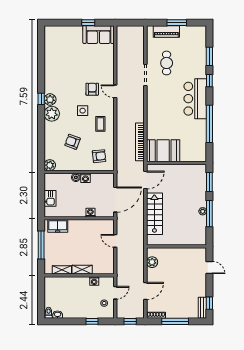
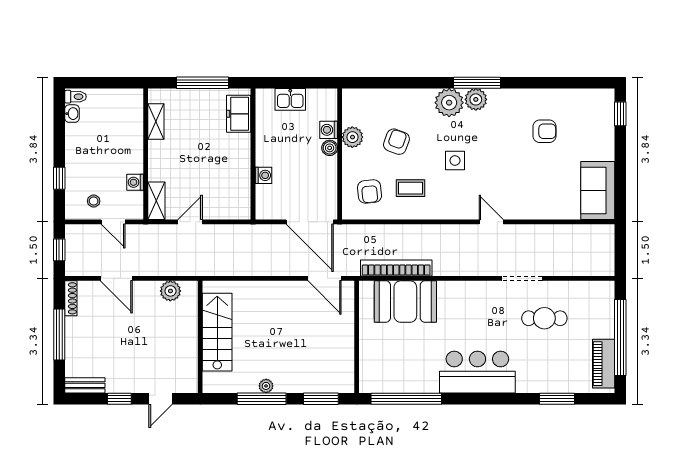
window: (88, 23) -> (620, 114), moved
window: (177, 23) -> (620, 337), width x2.11
piano: (166, 31) -> (604, 364), moved
window: (209, 81) -> (511, 399), removed
armchair: (92, 89) -> (545, 131), moved
door: (115, 91) -> (491, 222), hinge flipped
window: (41, 99) -> (477, 83), width x2.17
coffee table: (100, 124) -> (411, 188), moved
window: (209, 124) -> (406, 399), moved
booth: (163, 151) -> (405, 302), moved, turned 90
plant: (50, 165) -> (352, 137), moved
washing machine: (85, 178) -> (329, 130), moved
door: (115, 200) -> (310, 222), moved
stairs: (154, 214) -> (217, 332), moved, turned -90
door: (115, 241) -> (190, 222), moved
shelving: (82, 270) -> (156, 201), moved
window: (209, 303) -> (119, 399), moved

